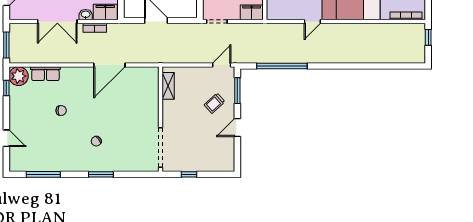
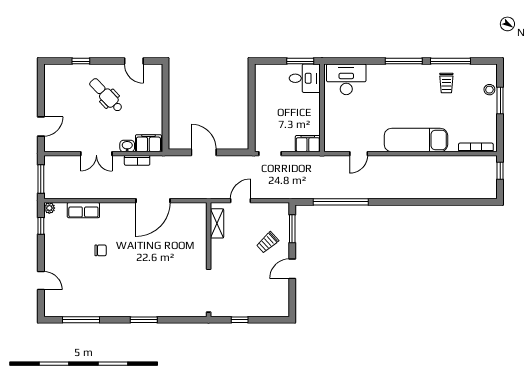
double door: (57, 22) -> (96, 154), width x0.73
door: (312, 22) -> (359, 154), moved
door: (222, 65) -> (241, 201), moved
plant: (19, 76) -> (49, 208), width x0.53, depth x0.53
chair: (96, 141) -> (139, 284), removed

